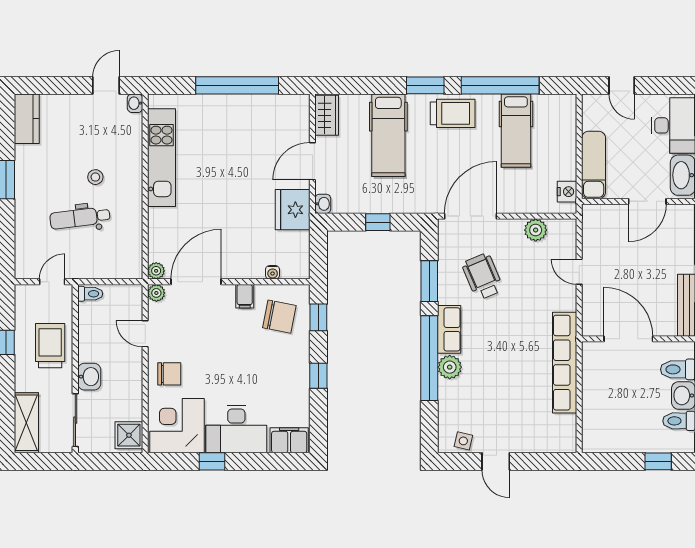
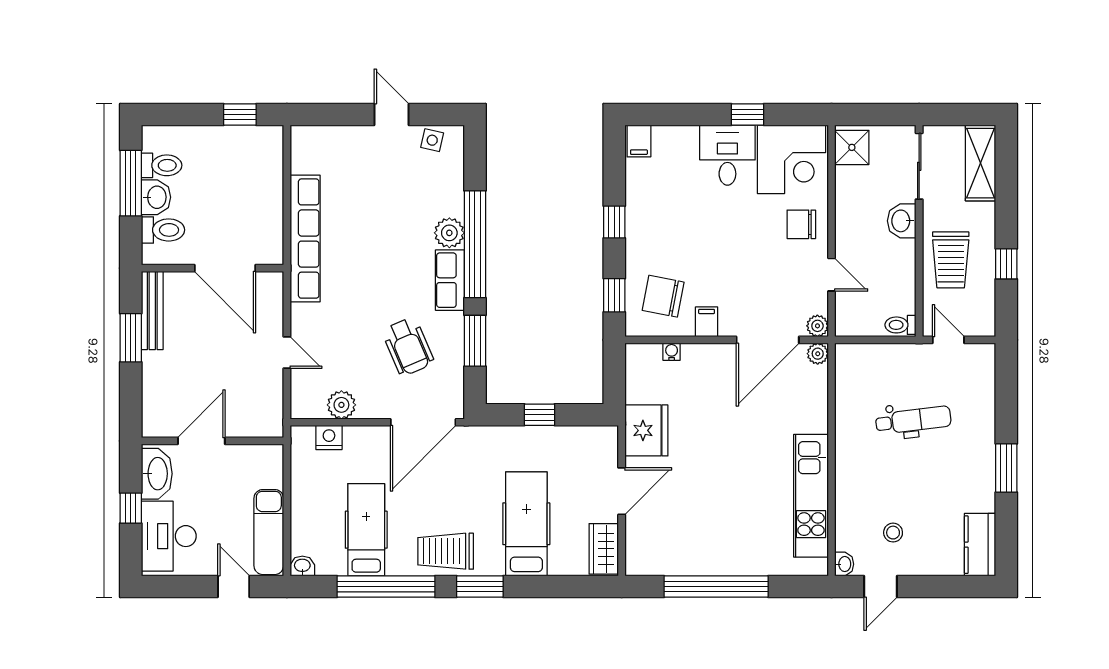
exam couch: (594, 165) -> (269, 532), moved
stool: (95, 177) -> (893, 533), moved
nightstand: (567, 192) -> (329, 438), moved, turned 90
washbasin: (323, 204) -> (302, 566), moved, turned 90
door: (52, 282) -> (948, 340), swing flipped
desk: (236, 429) -> (727, 155), width x0.73
filing cabinet: (289, 440) -> (639, 141), width x0.50
window: (658, 461) -> (240, 115), moved

